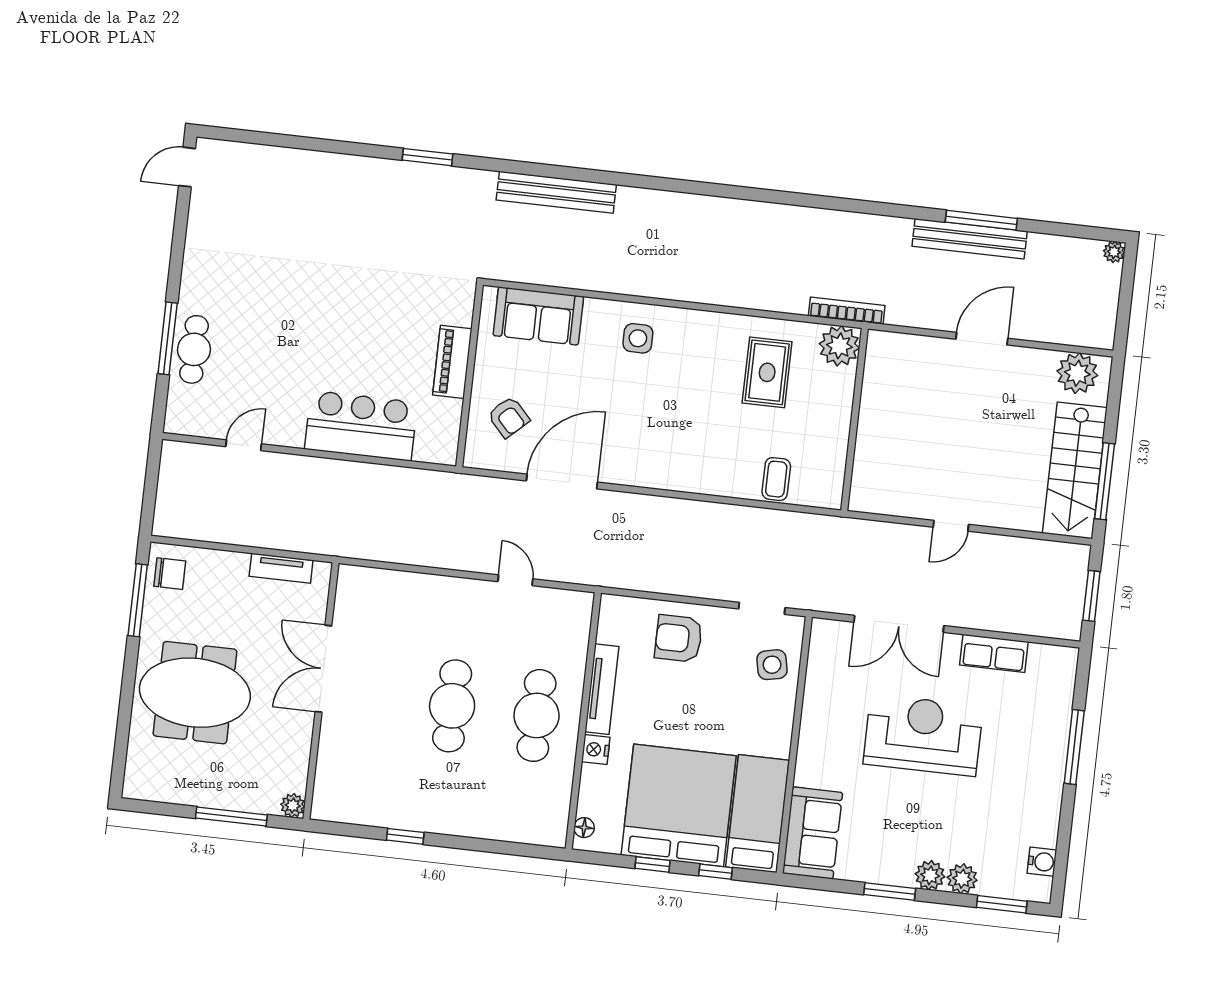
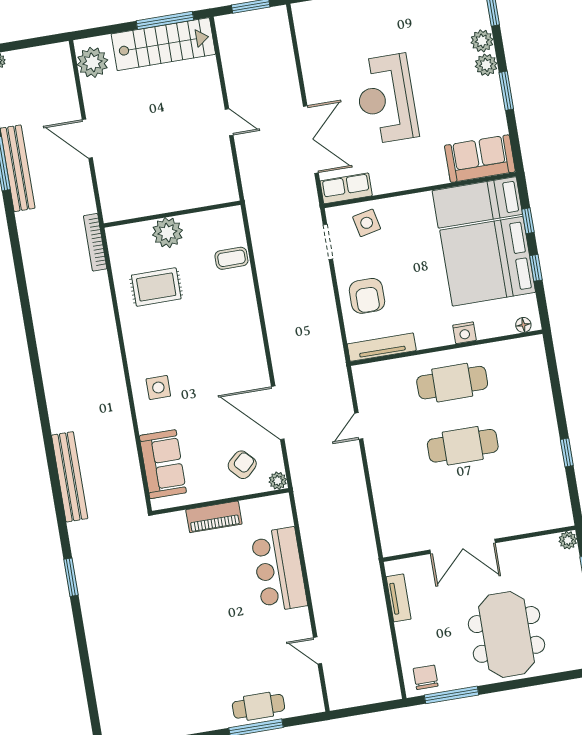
plant: (839, 346) -> (167, 233), moved
plant: (475, 457) -> (278, 481), added
row of seats: (994, 653) -> (346, 188), moved, turned -90
tv unit: (602, 689) -> (382, 347), moved

